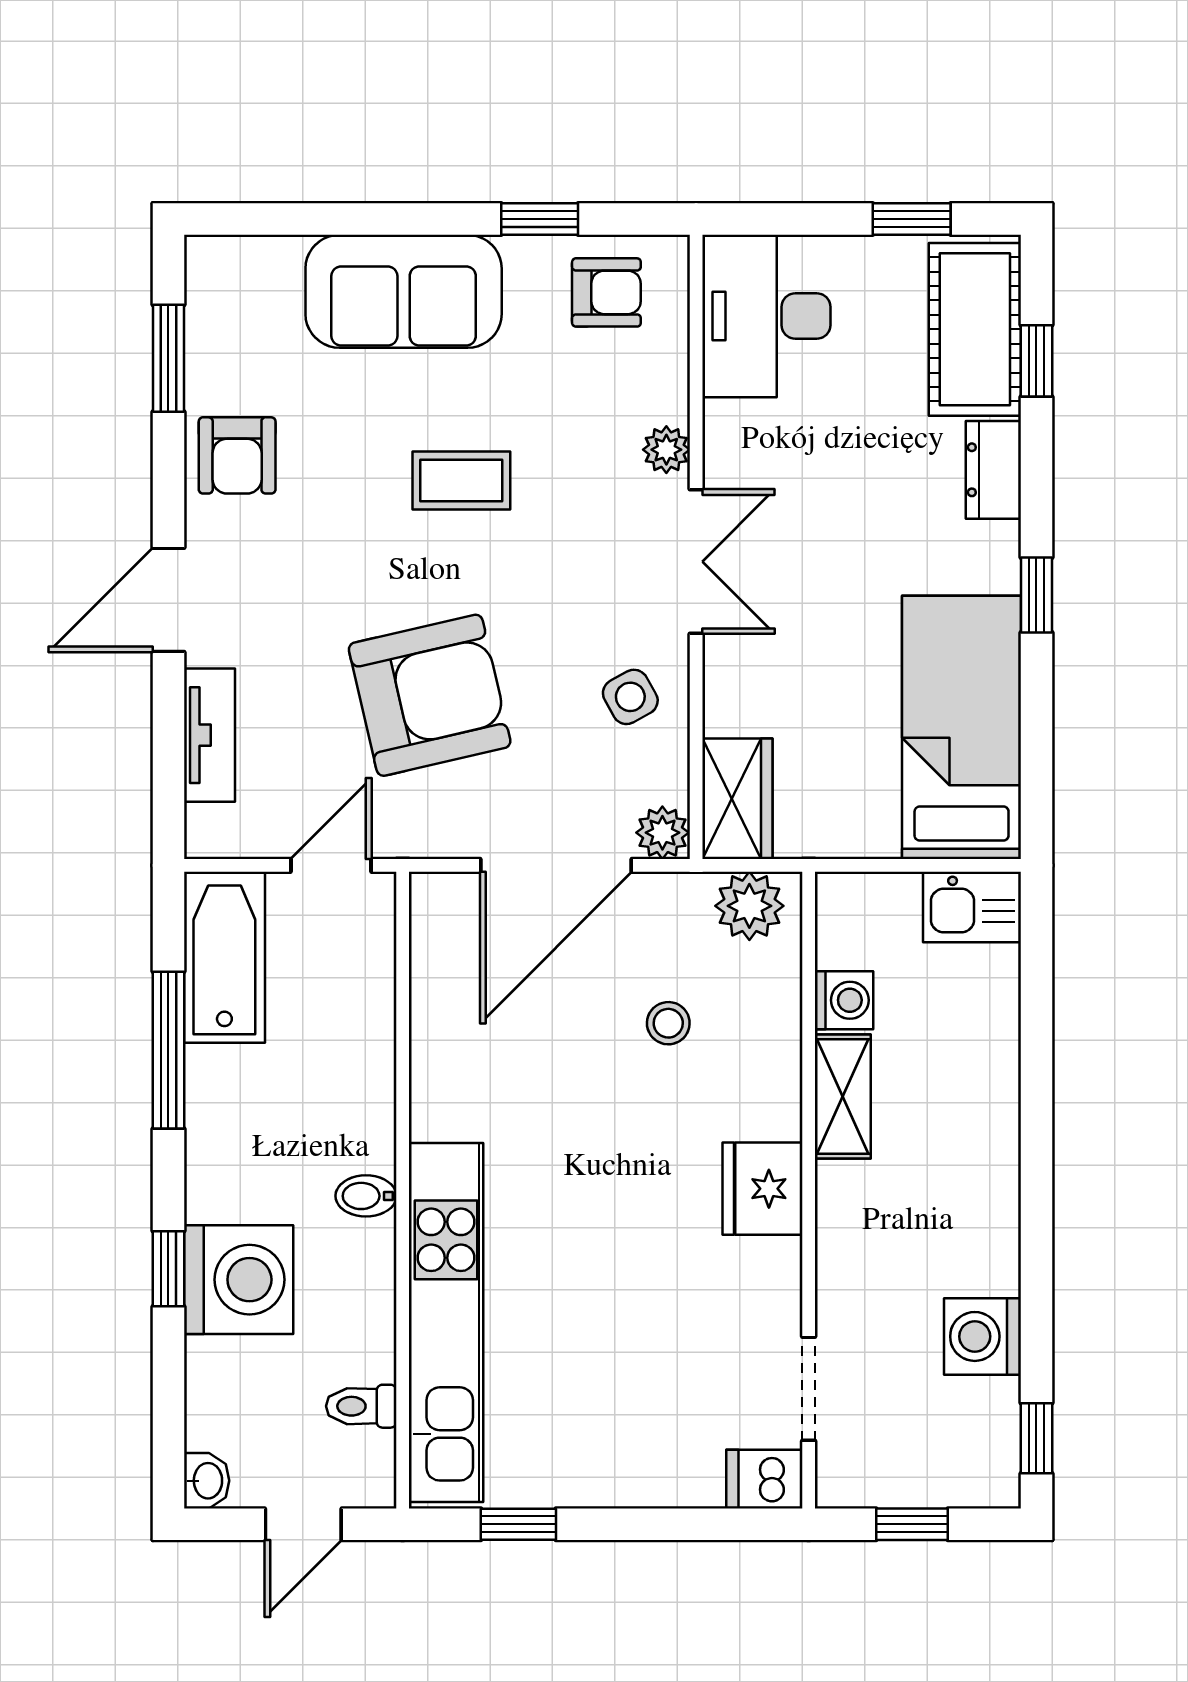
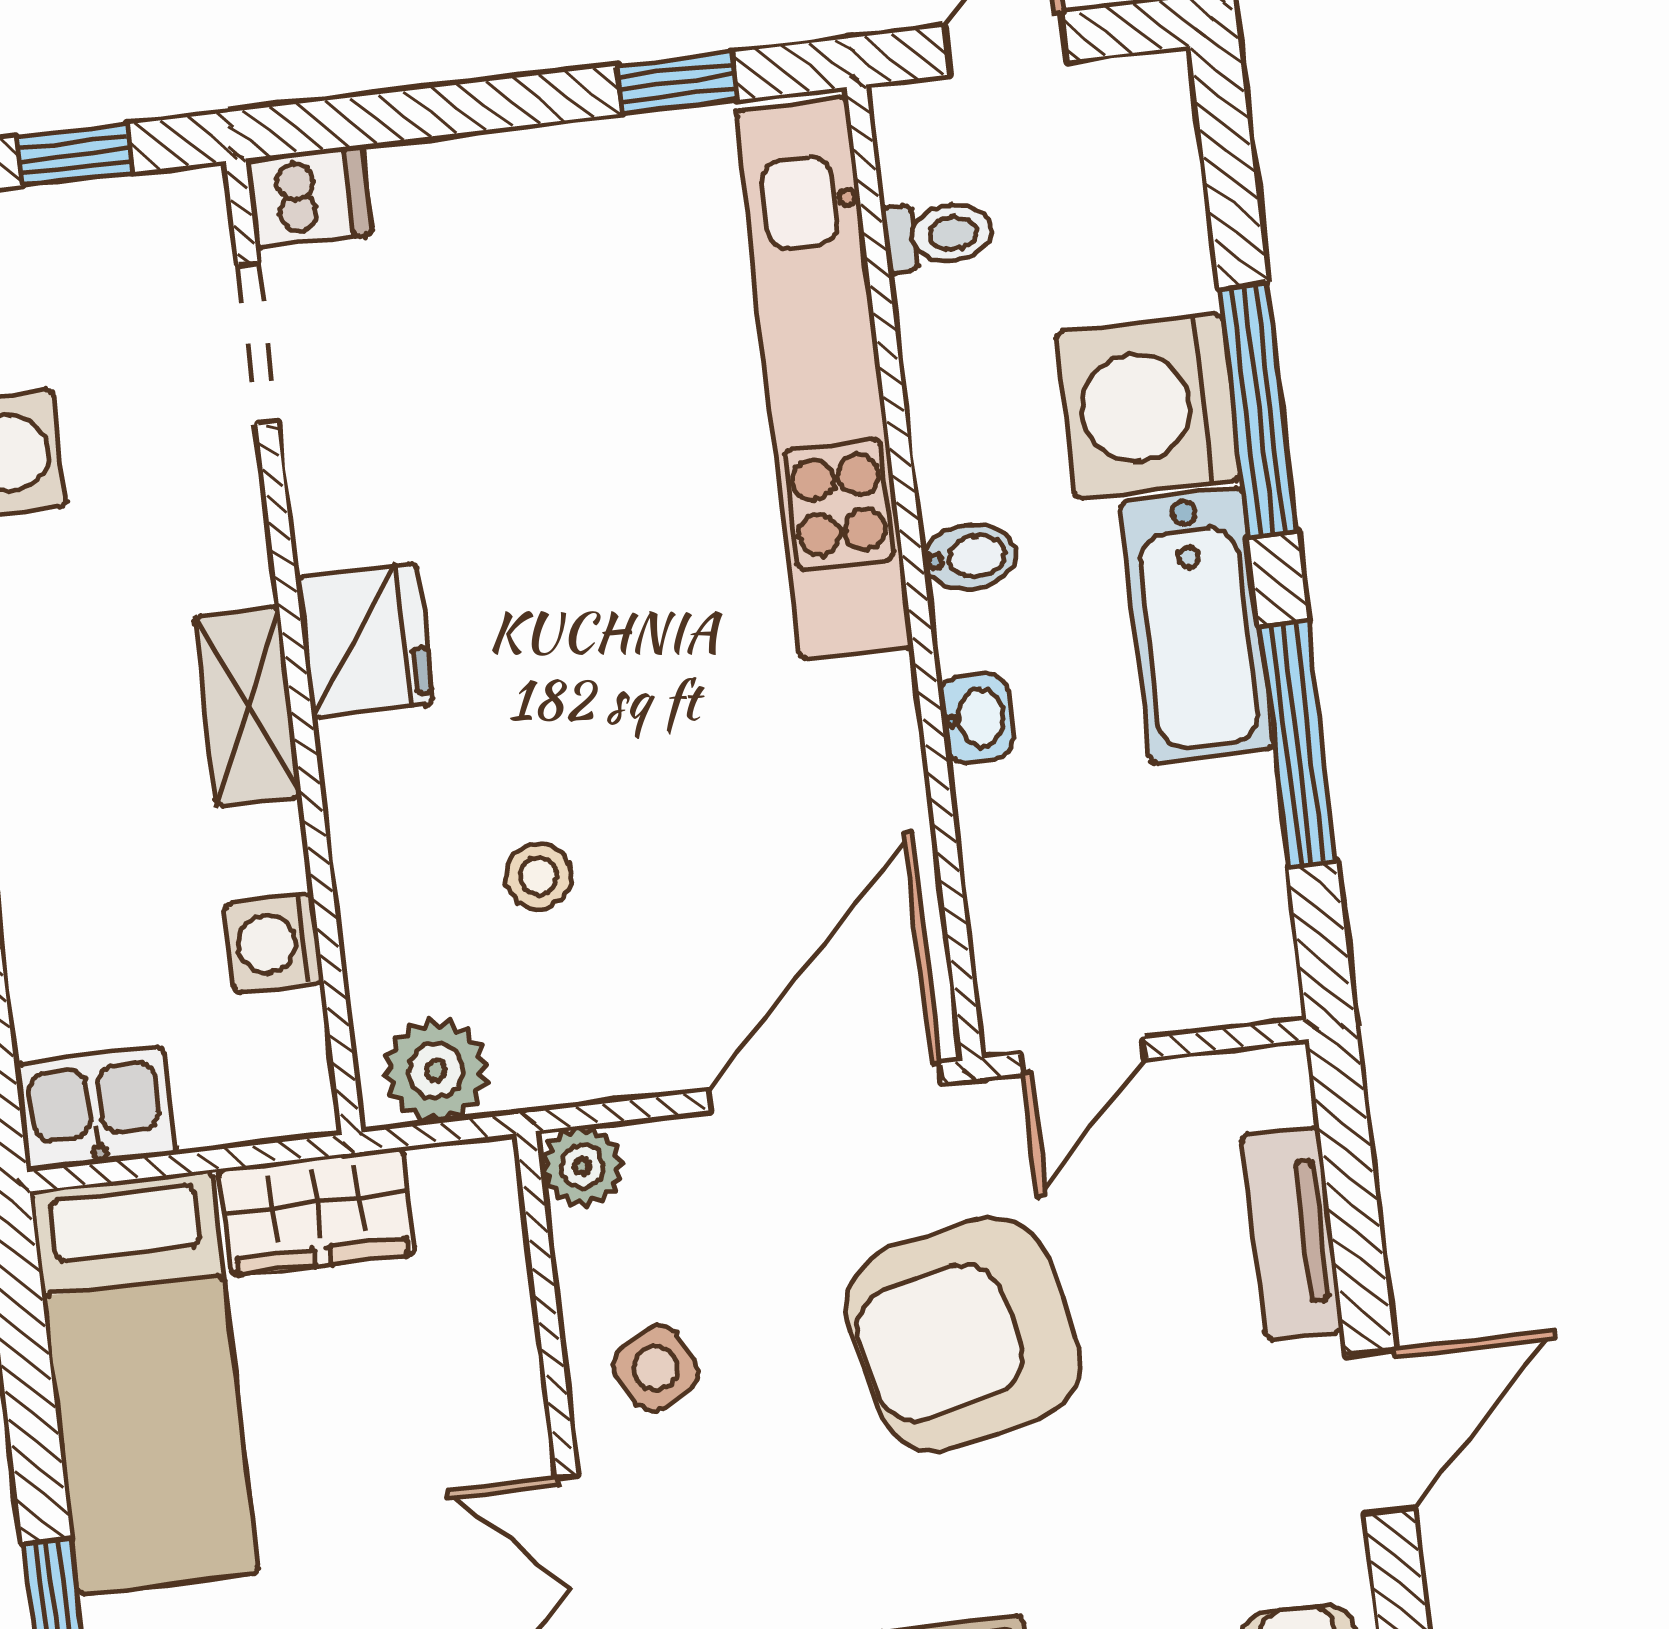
wardrobe: (737, 799) -> (317, 1211), moved, turned -90
door: (556, 865) -> (825, 1087), moved
bathtub: (224, 957) -> (1197, 625), moved
shelving: (843, 1097) -> (248, 706), moved
window: (168, 1269) -> (1258, 410), width x2.17
washbasin: (207, 1481) -> (976, 718), moved, turned 180

